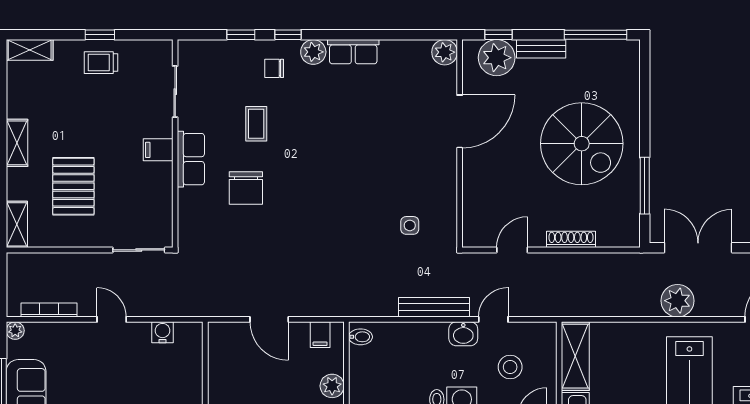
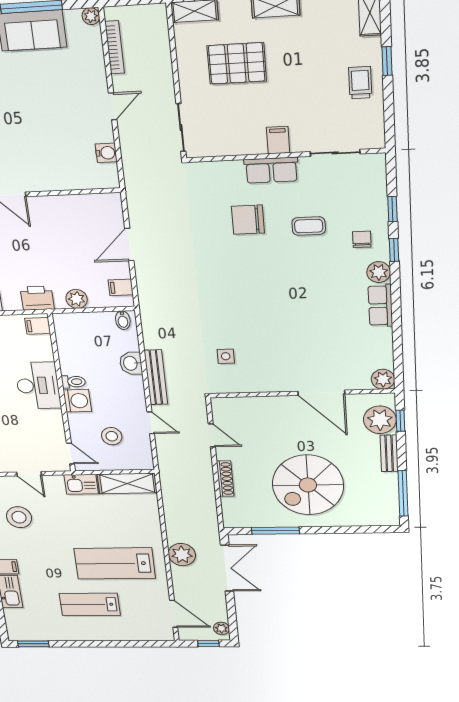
window: (100, 35) -> (387, 61), moved
washbasin: (463, 334) -> (131, 363), moved

